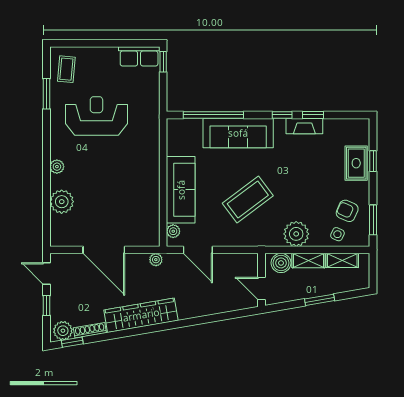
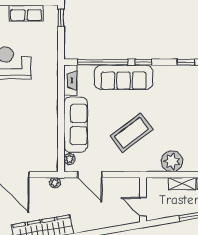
row of seats: (139, 56) -> (26, 13), moved
window: (282, 115) -> (143, 62), moved
fireplace: (304, 126) -> (70, 80), moved, turned -90
boiler: (281, 263) -> (159, 186), removed

